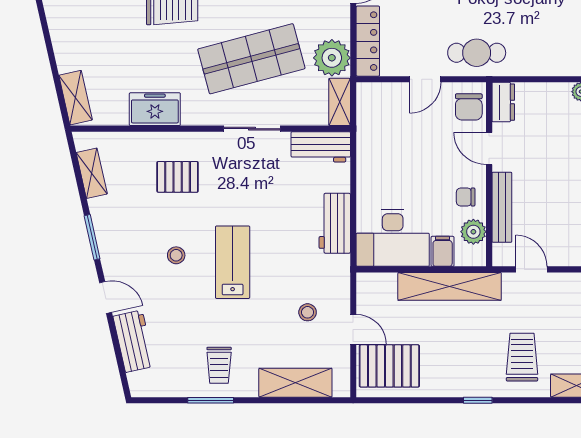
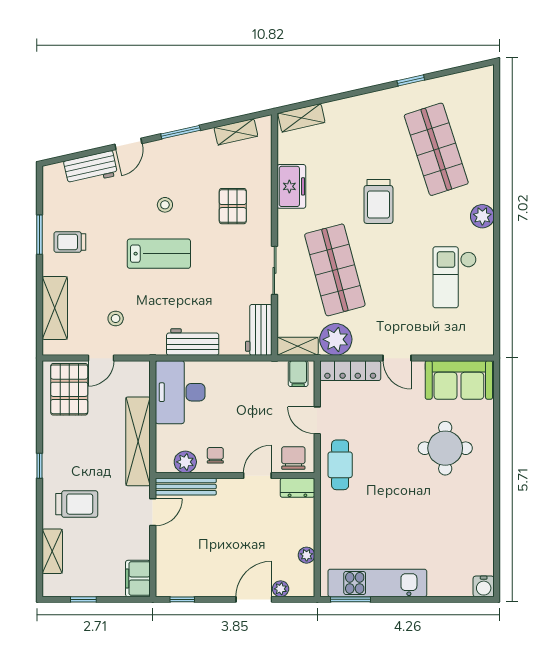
chair: (469, 107) -> (293, 458), turned 90
bench: (502, 207) -> (186, 487), moved
filing cabinet: (443, 251) -> (298, 374), moved, turned 90

